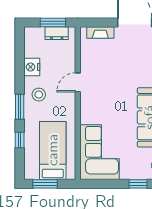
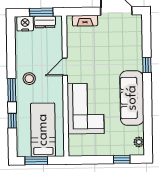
nightstand: (32, 67) -> (25, 24), moved, turned 90
corner sofa: (99, 152) -> (86, 109), moved

